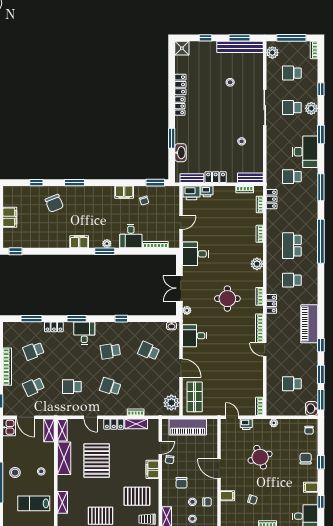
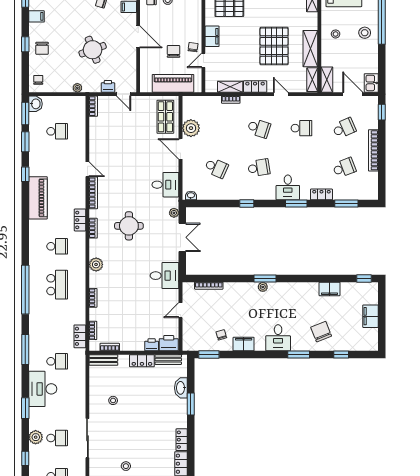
desk: (131, 236) -> (278, 338), moved, turned 180
filing cabinet: (79, 242) -> (330, 289), moved
plant: (171, 403) -> (191, 128), moved
chair: (182, 483) -> (174, 51), moved

